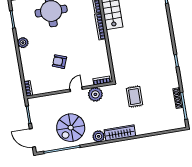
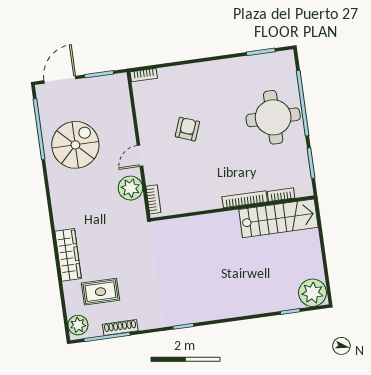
plant: (23, 43) -> (221, 68), removed
door: (76, 89) -> (140, 156), swing flipped
rug: (134, 97) -> (101, 292), moved
spiral stairs: (71, 128) -> (75, 145), turned 90
wardrobe: (120, 133) -> (68, 255), moved
plant: (99, 136) -> (78, 325), moved

